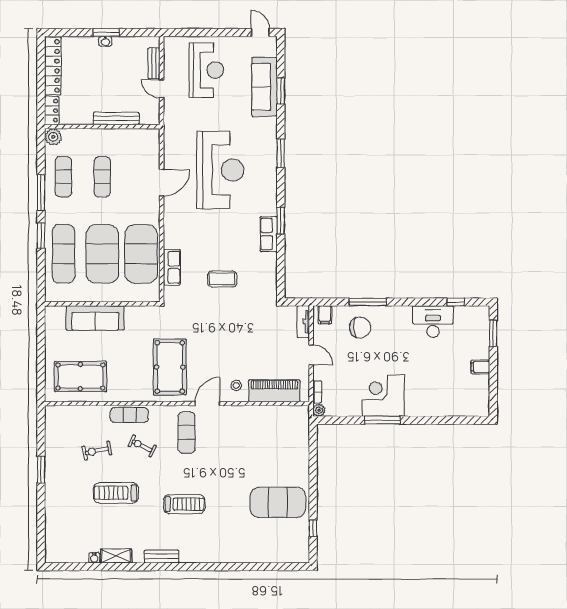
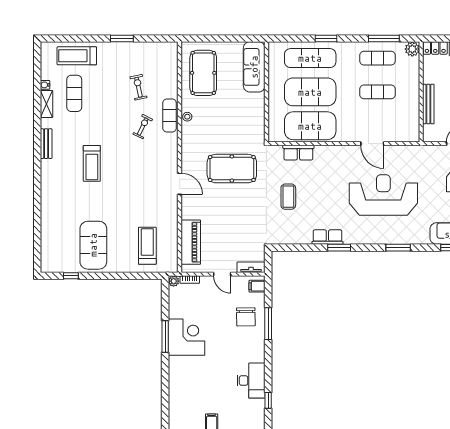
reception desk: (220, 170) -> (383, 195), turned 180
window: (41, 193) -> (384, 38), moved
sofa: (95, 318) -> (254, 67), moved
door: (311, 355) -> (222, 274), hinge flipped
pool table: (170, 367) -> (232, 169), moved
stool: (236, 385) -> (187, 117), moved
exercise mat: (187, 433) -> (74, 93), moved, turned 90
treadmill: (279, 441) -> (147, 246), added
treadmill: (116, 493) -> (77, 56), moved, turned -90

